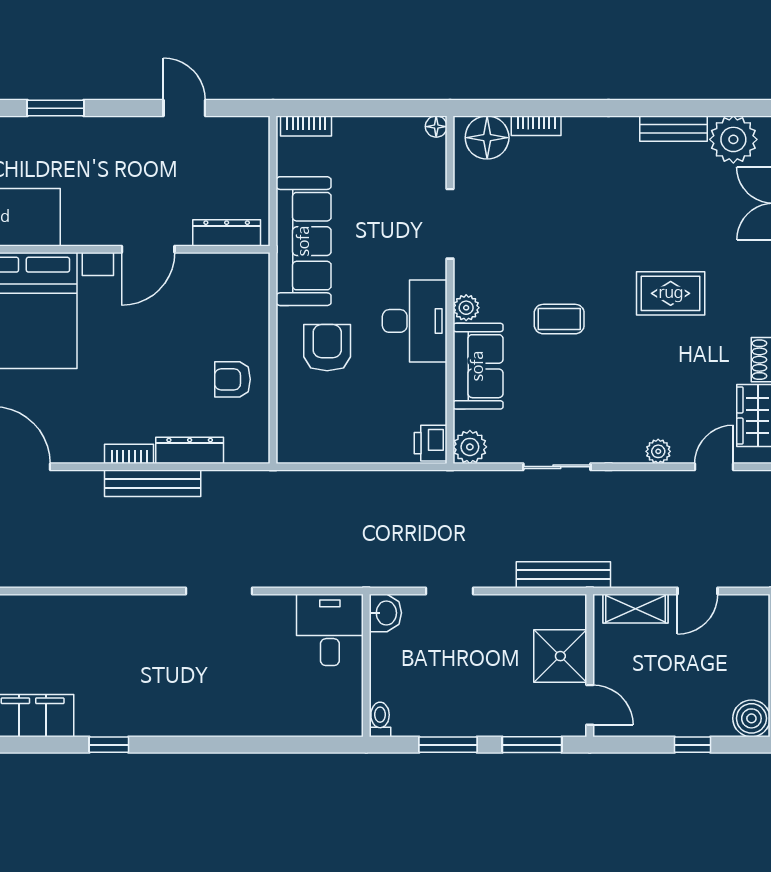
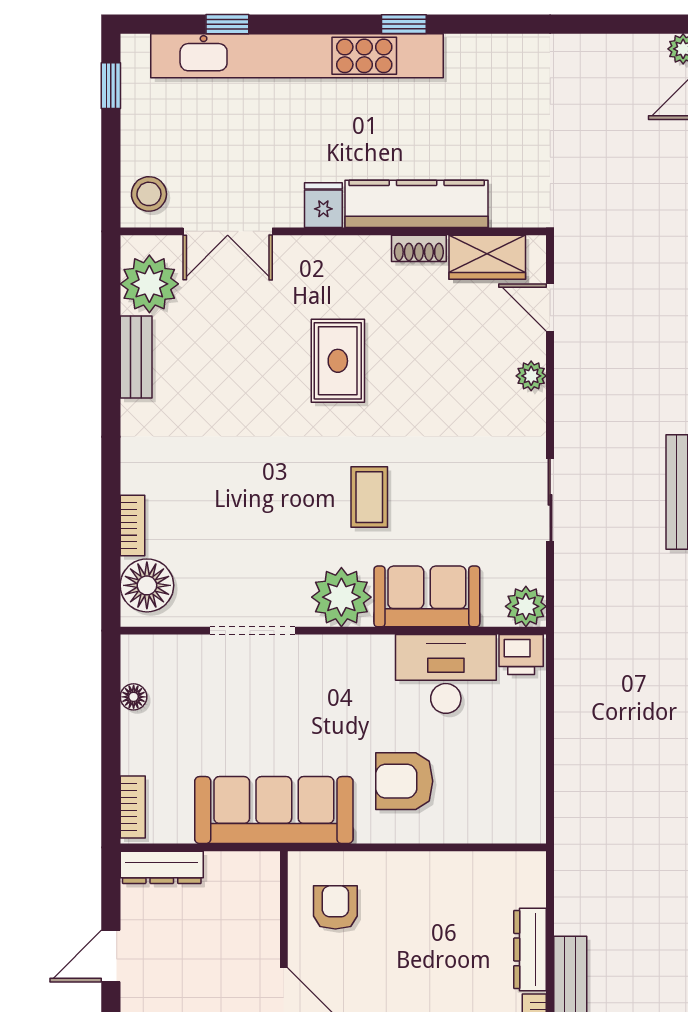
floor lamp: (436, 127) -> (134, 697), moved
dresser: (227, 233) -> (162, 867), moved, turned -90
plant: (466, 308) -> (341, 597), width x1.88, depth x1.88
desk: (415, 321) -> (446, 674), moved
armchair: (233, 379) -> (335, 907), moved, turned 180

